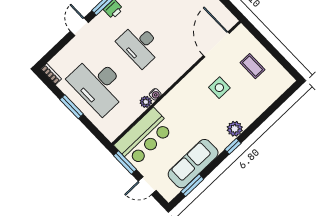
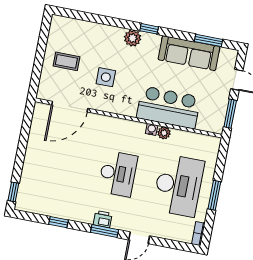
coffee table: (252, 66) -> (66, 61), turned 90
bar counter: (144, 137) -> (169, 107), moved

